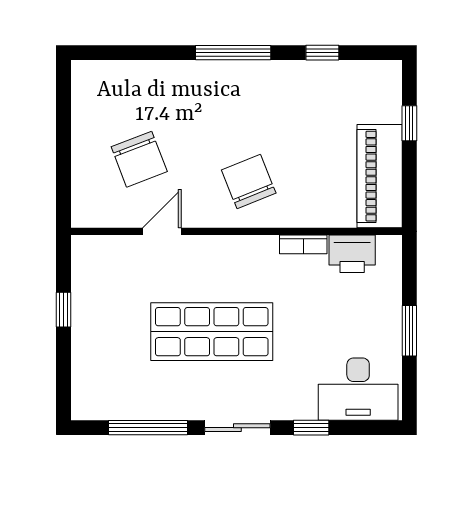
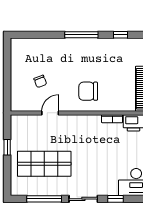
chair: (139, 159) -> (40, 81), width x0.54, depth x0.54
chair: (249, 182) -> (88, 91), turned -68
shop shelf: (212, 332) -> (44, 164), moved

